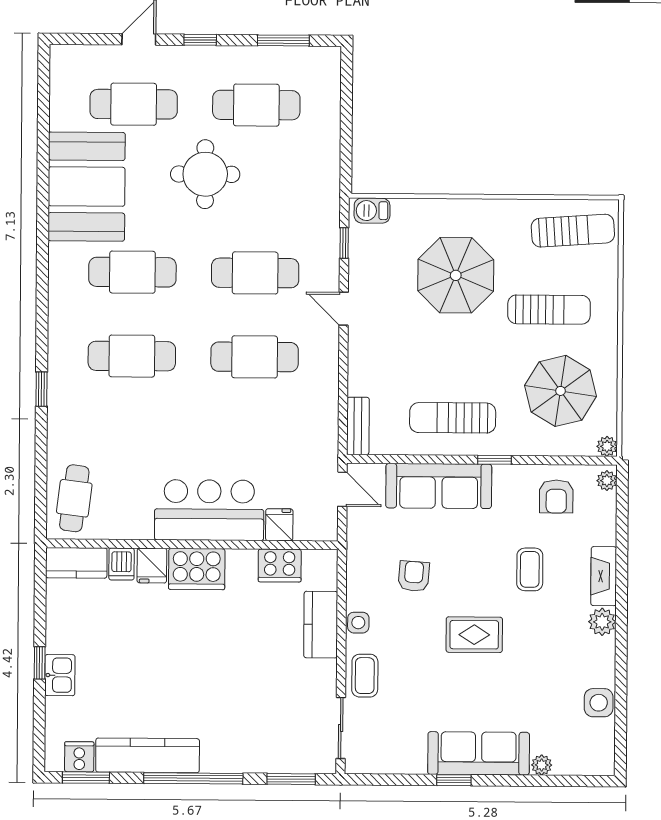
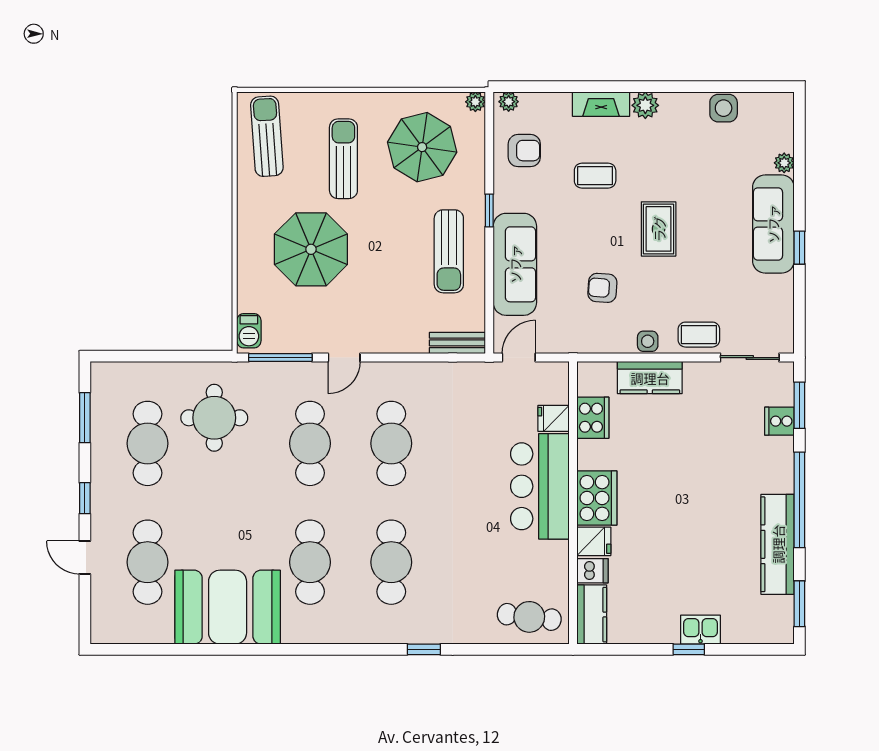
round table: (205, 174) -> (214, 418), moved
window: (344, 243) -> (280, 358), width x2.17
cooker: (79, 757) -> (779, 421), moved

